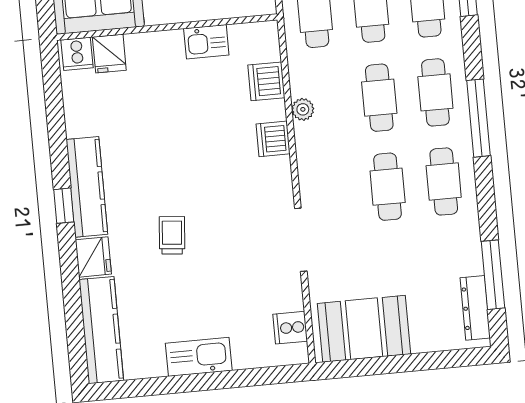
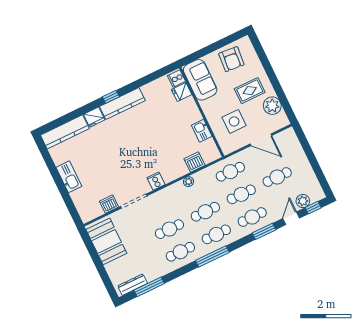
dishwasher: (273, 139) -> (109, 204), moved
trolley: (172, 235) -> (115, 147), removed
cooker: (290, 328) -> (156, 181), moved

